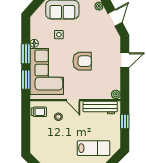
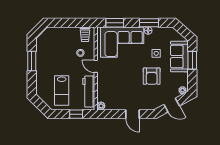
window: (26, 54) -> (149, 23), moved
armchair: (82, 61) -> (152, 76), moved
door: (73, 100) -> (96, 66), hinge flipped
lab bench: (94, 148) -> (62, 90), moved

